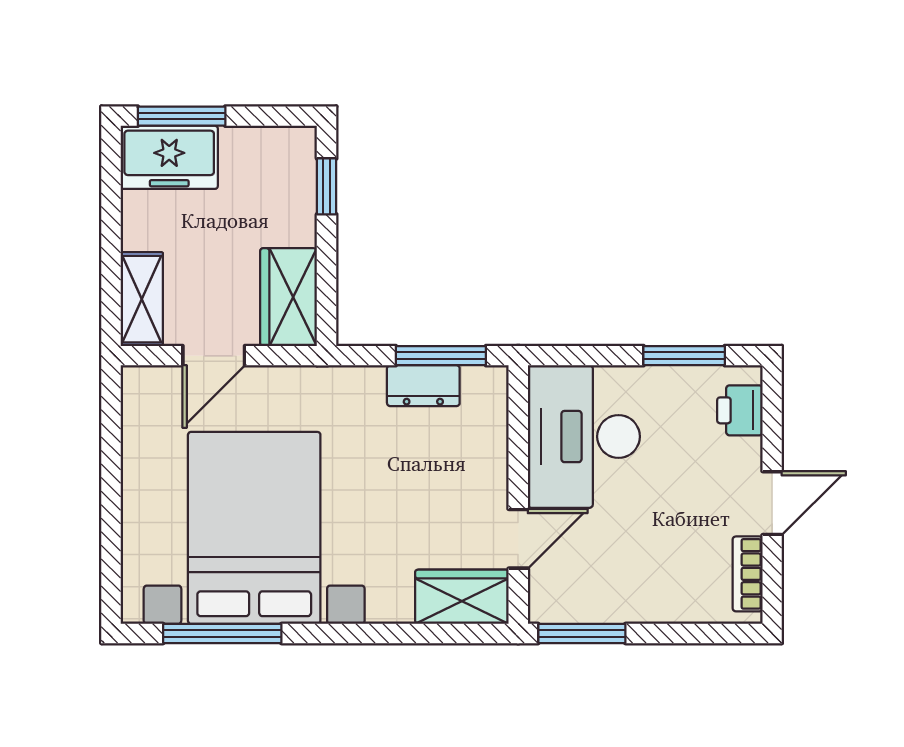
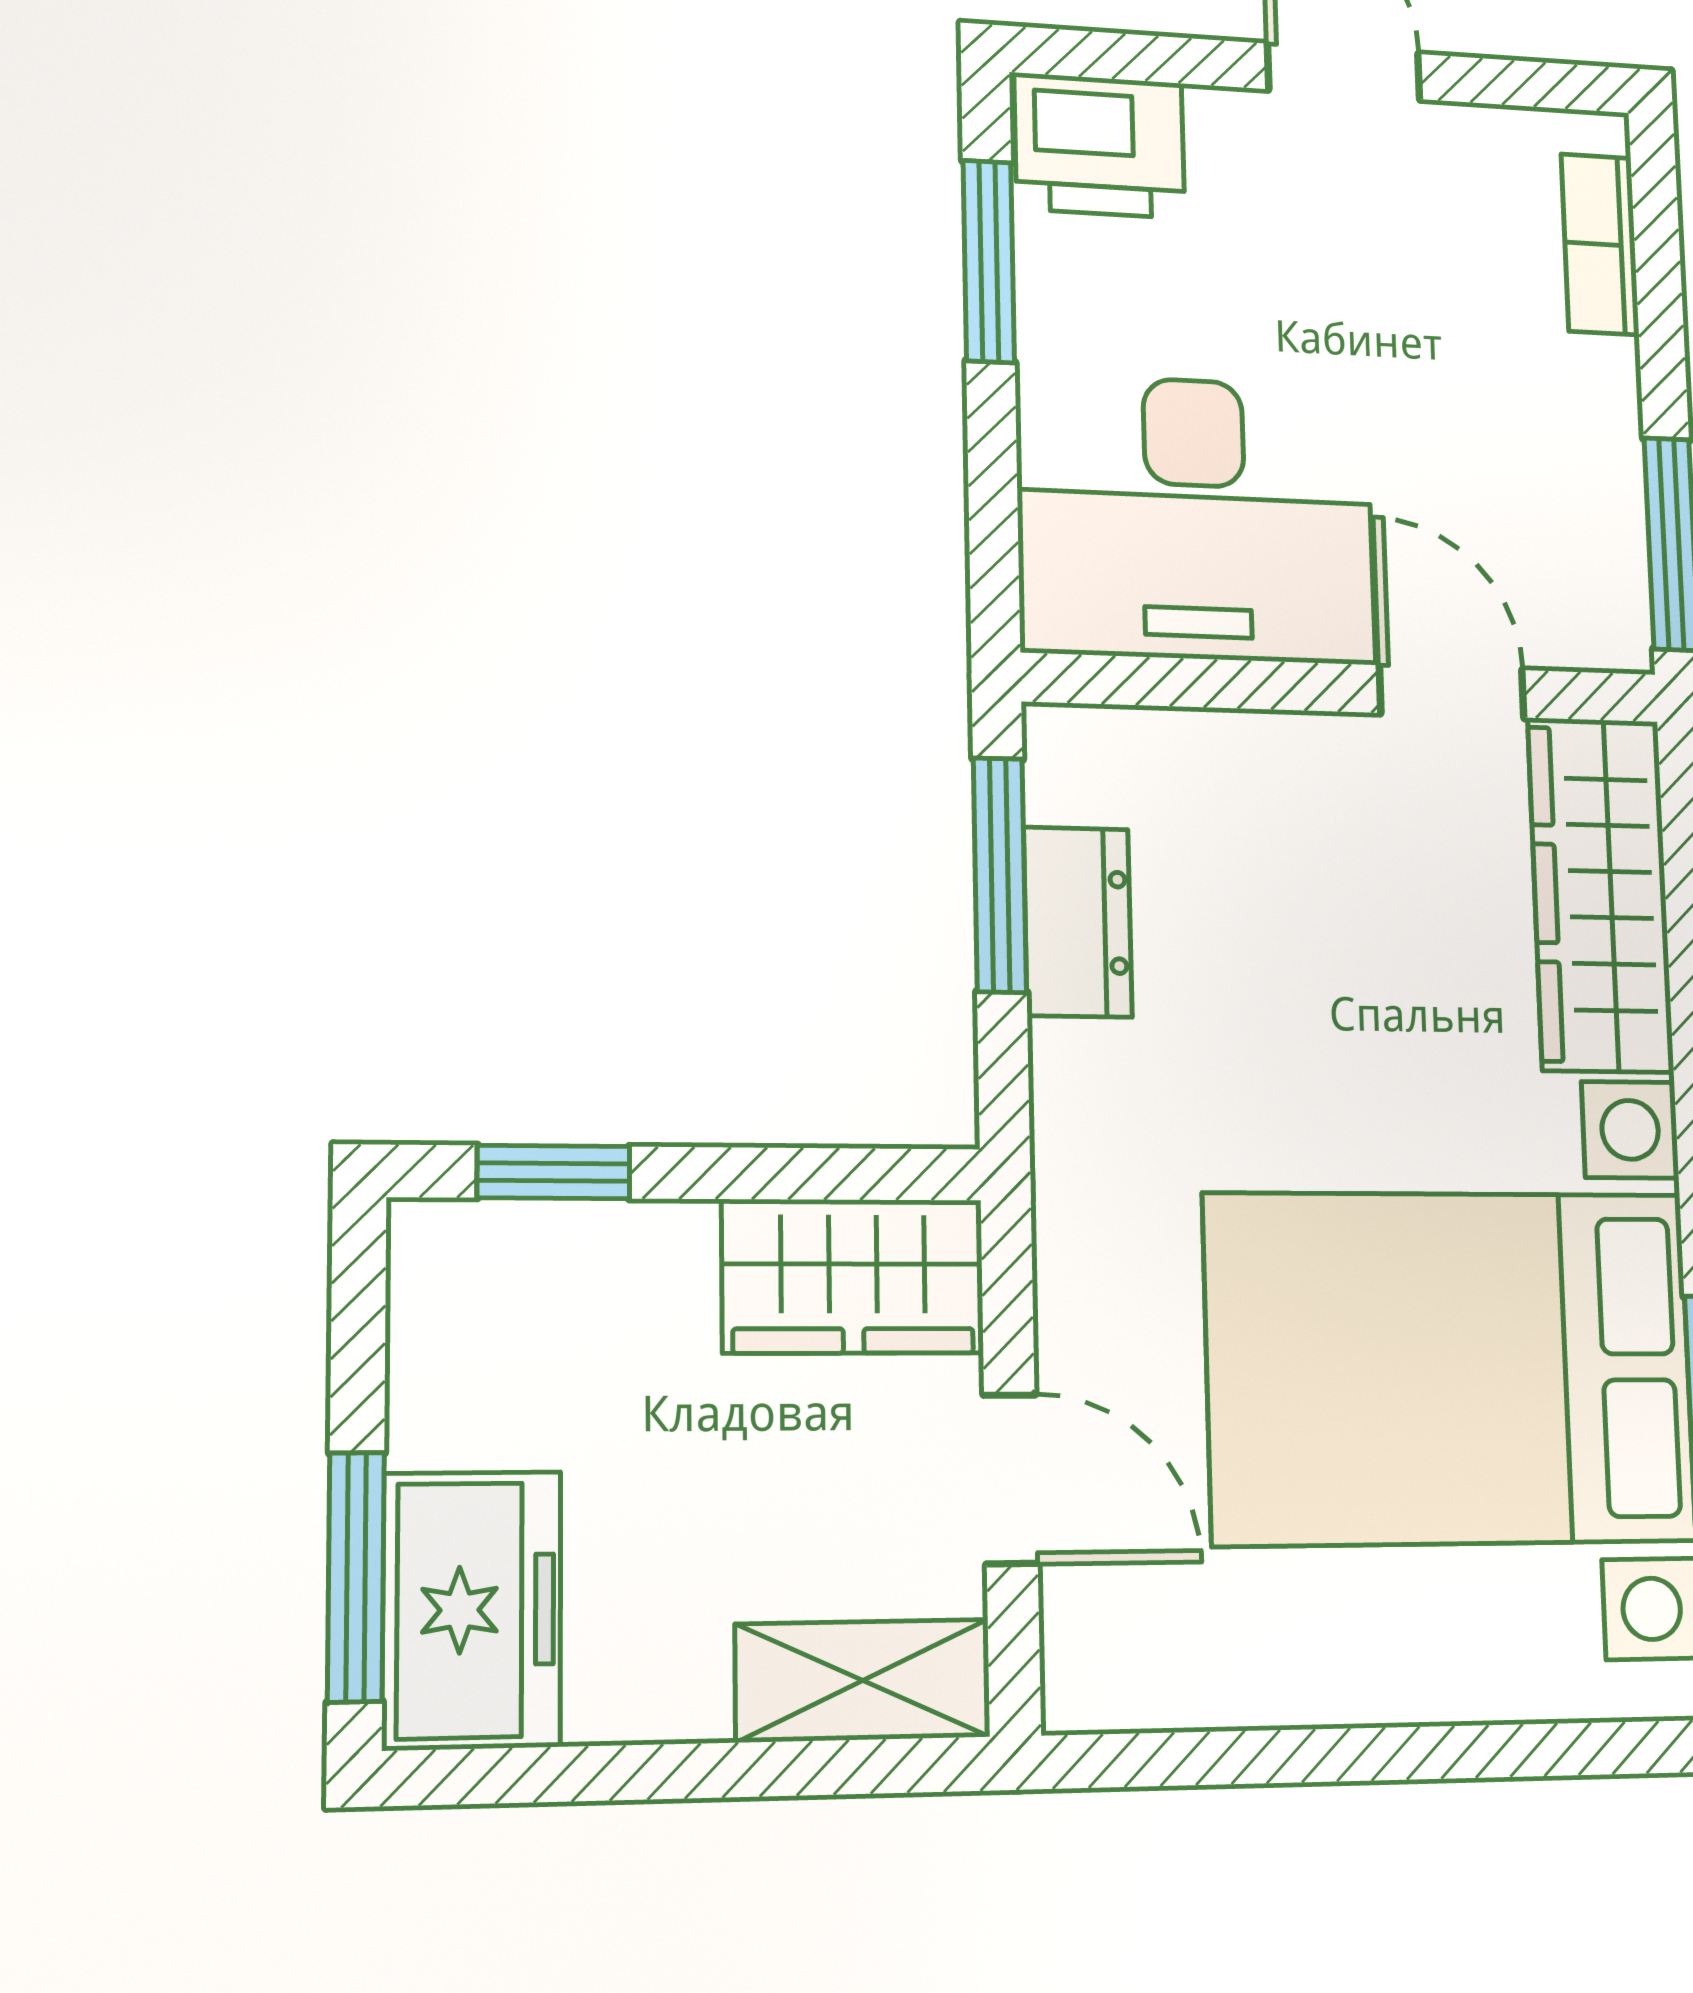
printer: (740, 410) -> (1099, 146), width x1.36, depth x1.24
bookcase: (748, 574) -> (1600, 244), moved, turned 90
wardrobe: (462, 597) -> (1600, 894), width x1.50

